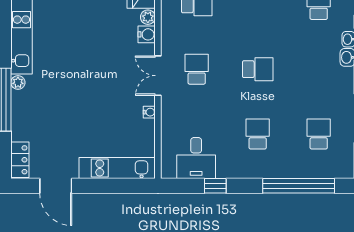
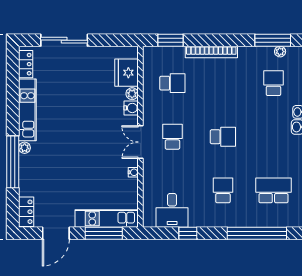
school desk: (319, 134) -> (273, 190), width x1.85
door: (56, 186) -> (56, 233), hinge flipped
window: (114, 186) -> (104, 233), added

